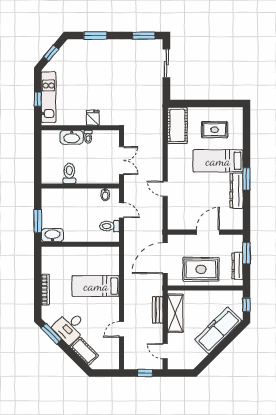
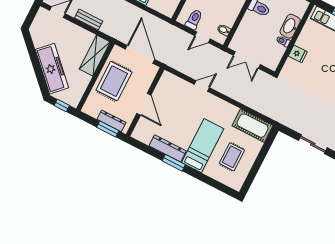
dresser: (238, 266) -> (111, 121), moved
bench: (158, 310) -> (89, 20), moved
shelving: (175, 313) -> (95, 55), moved, turned 90

